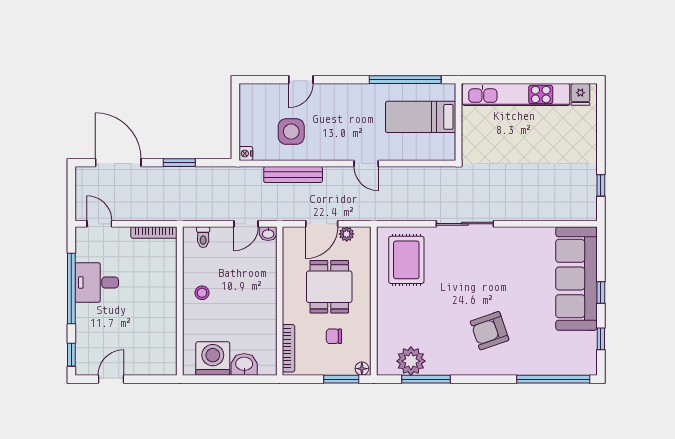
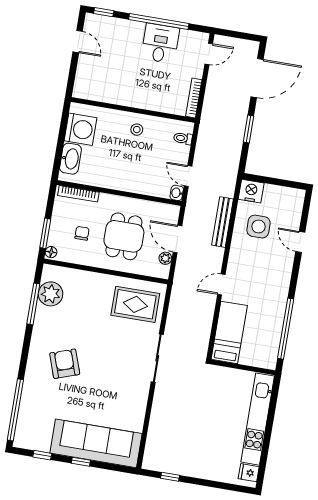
bed: (421, 117) -> (229, 332), moved
nightstand: (246, 153) -> (251, 191), width x1.89, depth x1.79
dining table: (329, 287) -> (124, 236), turned 90
washbasin: (244, 364) -> (70, 159), width x1.38

